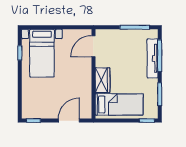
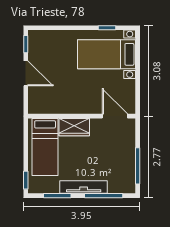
tv unit: (153, 58) -> (84, 187), moved
door: (69, 121) -> (26, 73), moved

